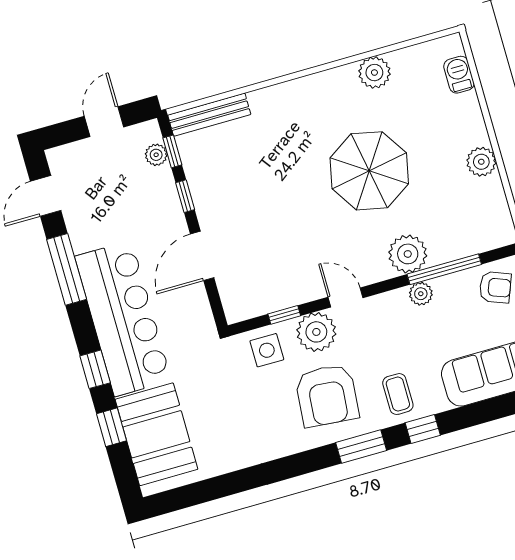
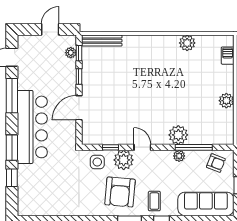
parasol: (369, 171) -> (171, 90), removed
window: (95, 369) -> (12, 148), width x1.50
booth: (156, 434) -> (32, 187), removed

